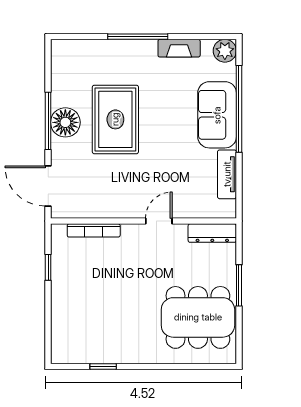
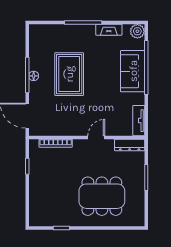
floor lamp: (65, 122) -> (34, 76), width x0.53, depth x0.53
tv unit: (227, 174) -> (139, 121), moved
dining table: (198, 317) -> (102, 196), moved

